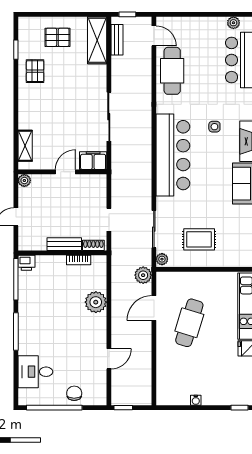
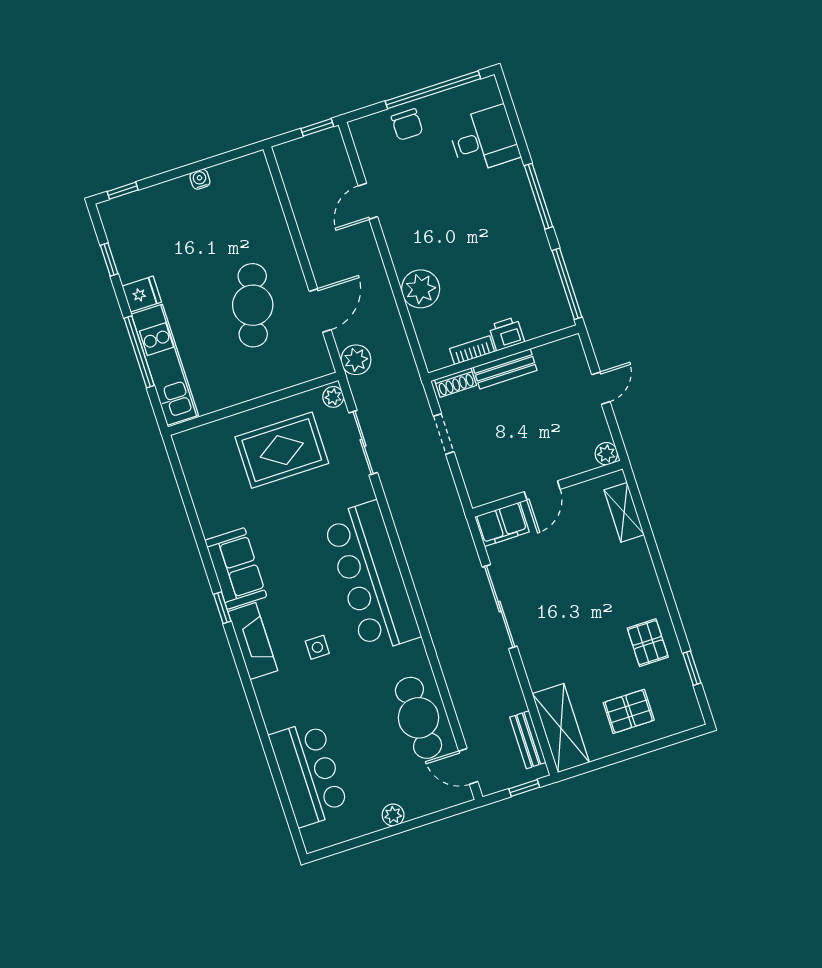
plant: (233, 23) -> (393, 815), moved
rug: (199, 239) -> (282, 450), width x1.36, depth x1.43
printer: (26, 263) -> (507, 334), moved

